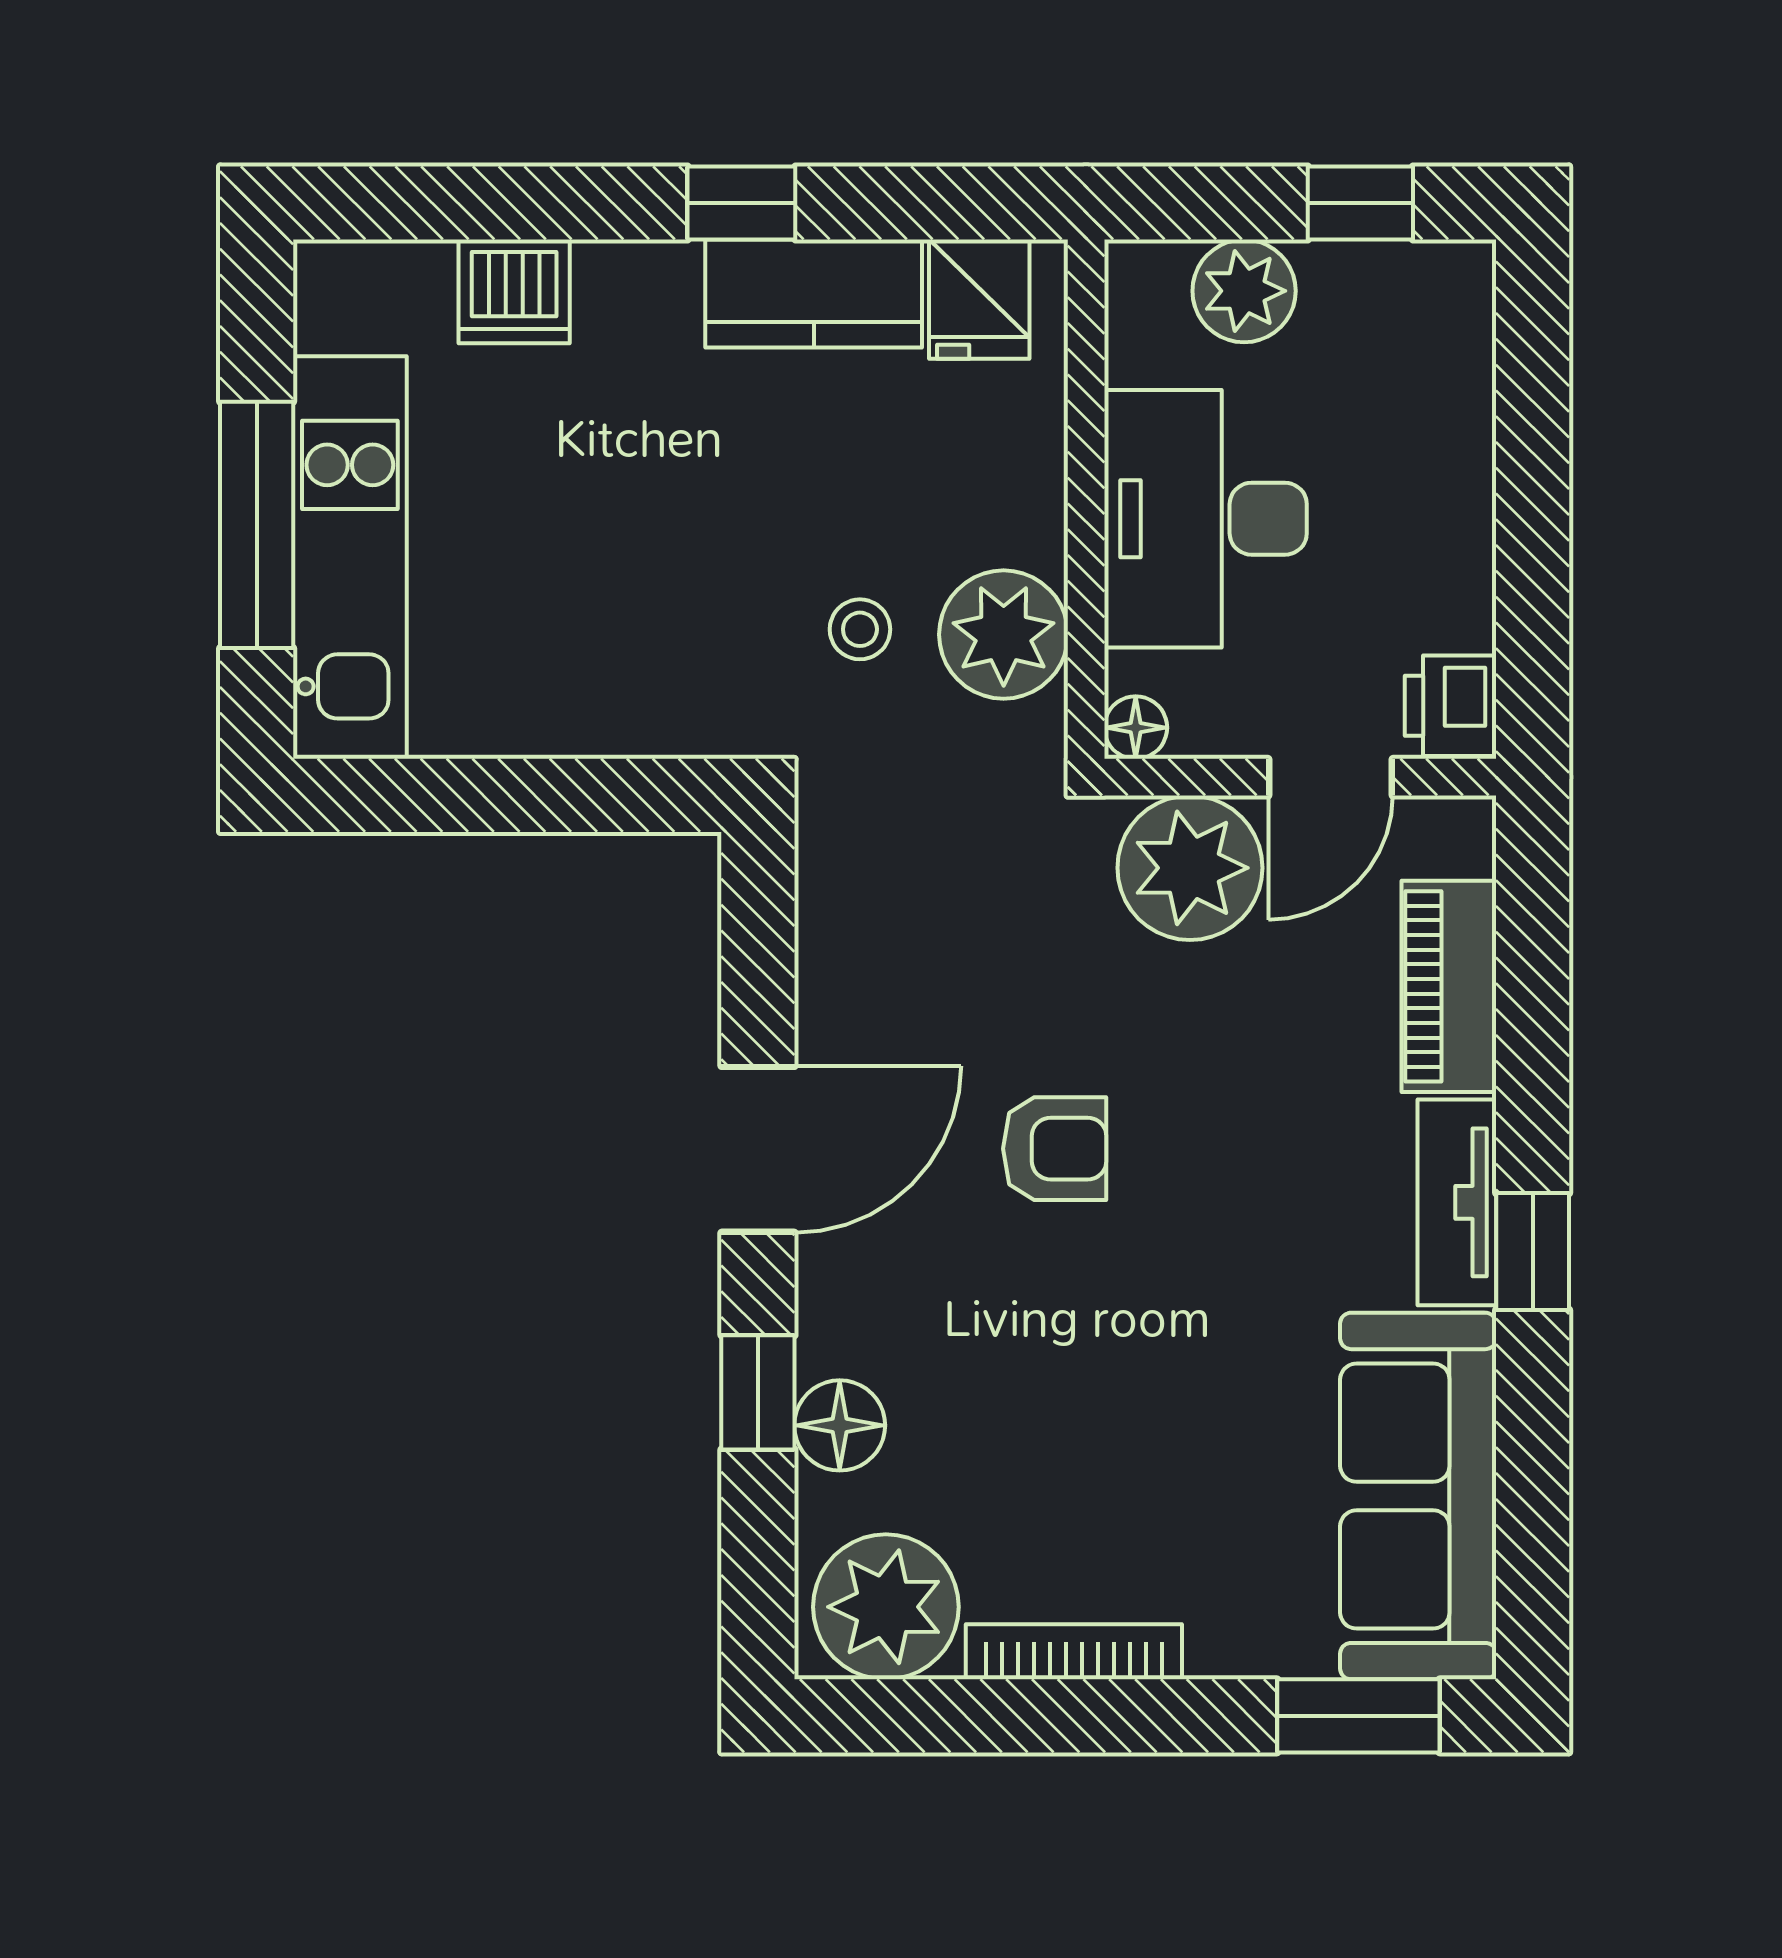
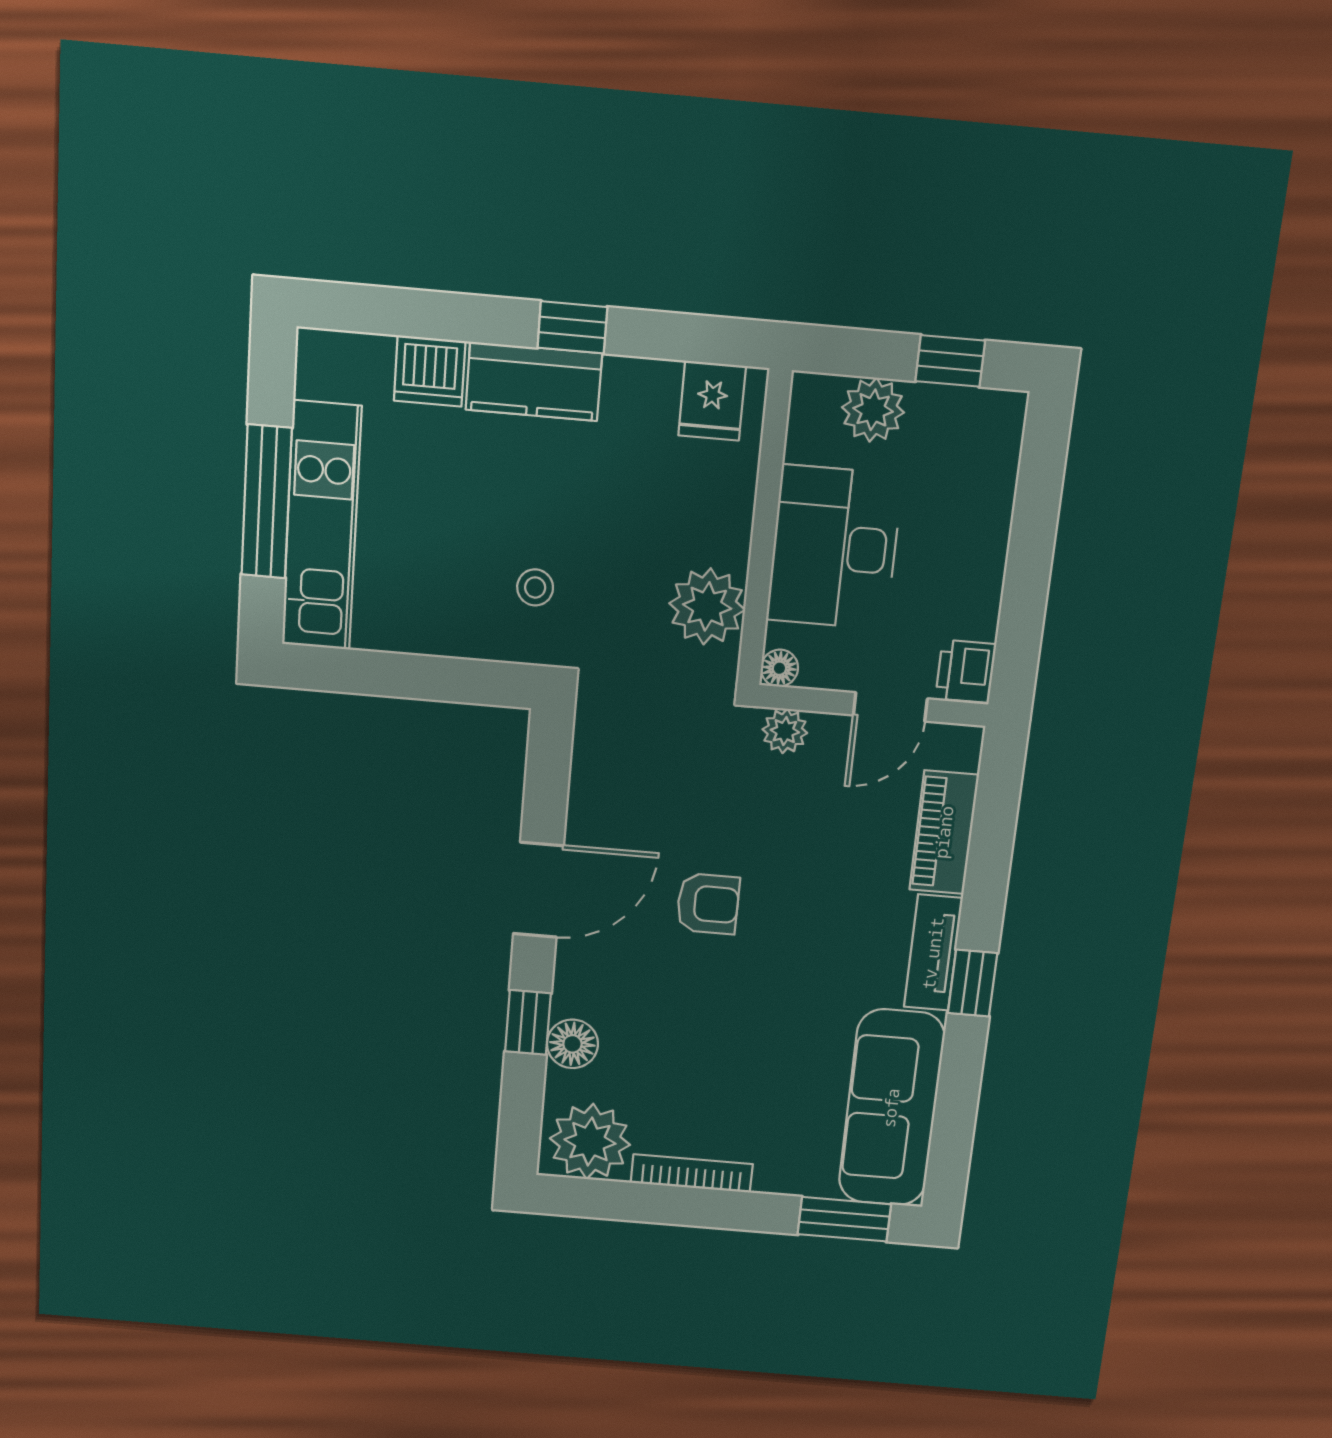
kitchen counter: (814, 294) -> (534, 381), moved
stool: (860, 629) -> (535, 587), moved
plant: (1190, 868) -> (785, 731), width x0.53, depth x0.53

